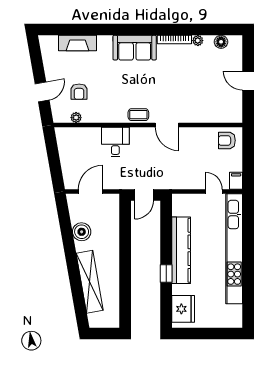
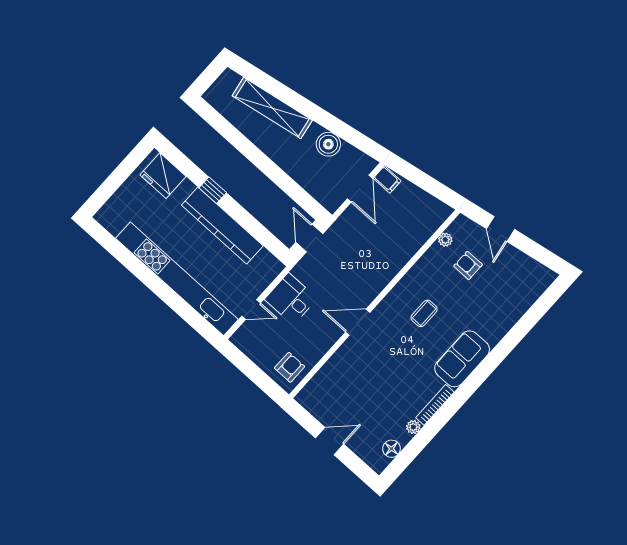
fireplace: (78, 43) -> (517, 307), removed
coffee table: (138, 115) -> (424, 313), moved
desk: (115, 142) -> (291, 299), moved, turned 180
filing cabinet: (236, 181) -> (387, 179), moved

